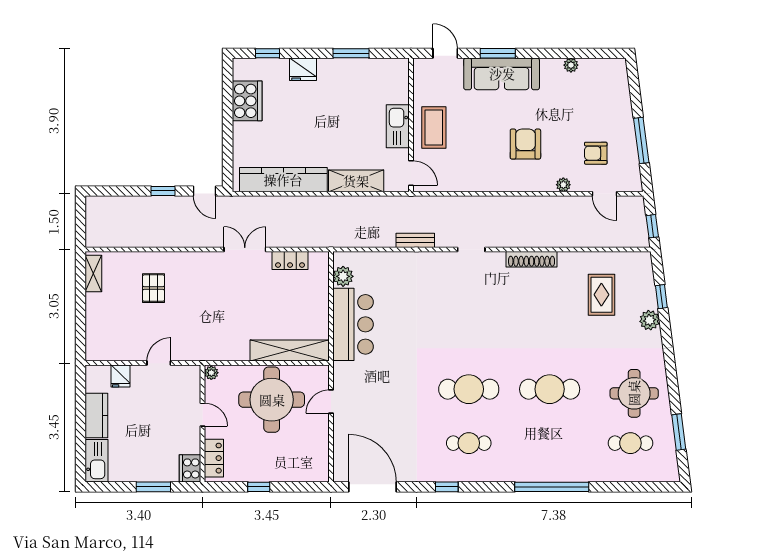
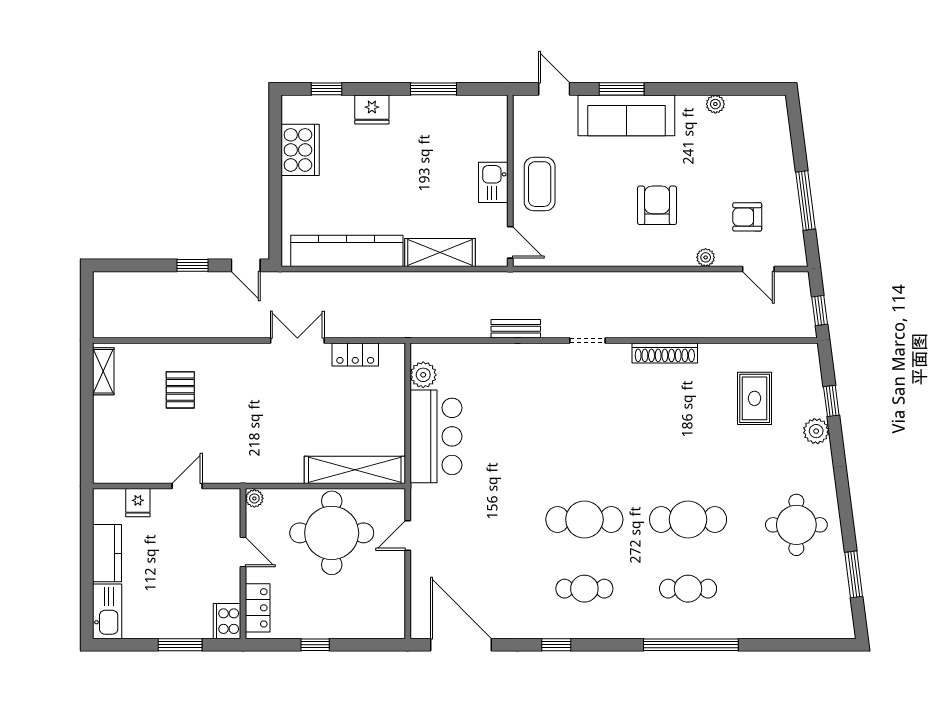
kitchen sink: (398, 126) -> (493, 182), width x0.73
cafe table: (630, 443) -> (688, 589), moved

